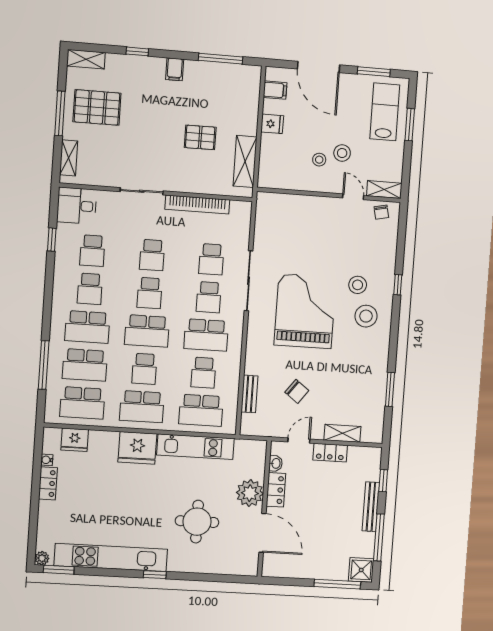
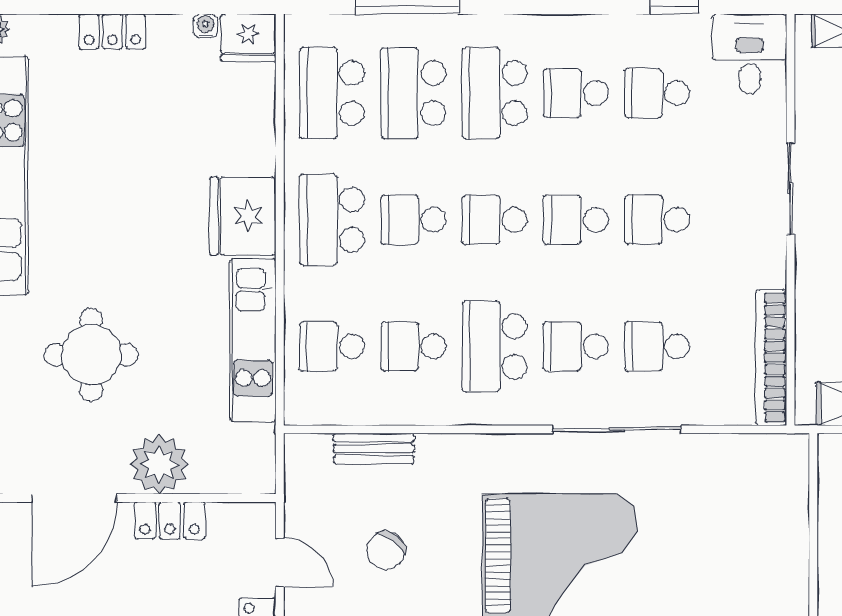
bookcase: (197, 205) -> (771, 358), moved
school desk: (147, 331) -> (494, 220), width x0.54
school desk: (201, 410) -> (332, 346), width x0.54
fridge: (75, 440) -> (248, 38), moved, turned -90
washbasin: (276, 463) -> (227, 516), removed
locker: (48, 483) -> (112, 32), moved

